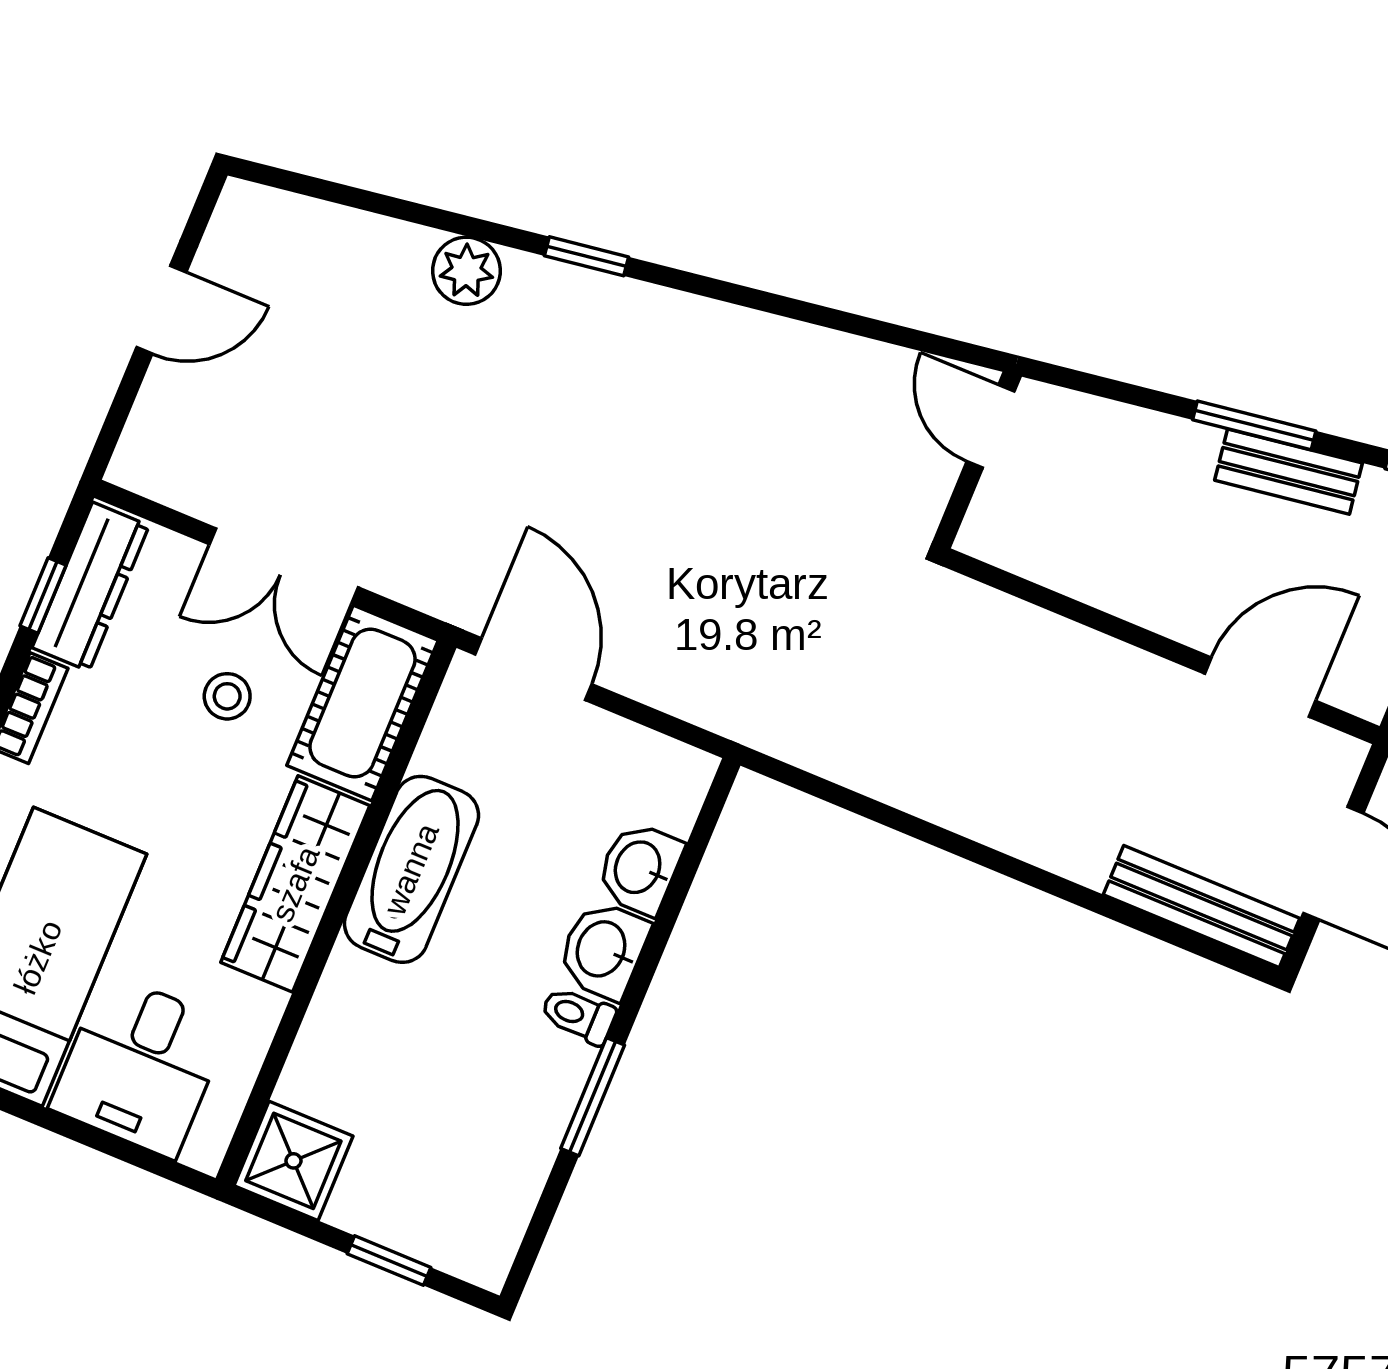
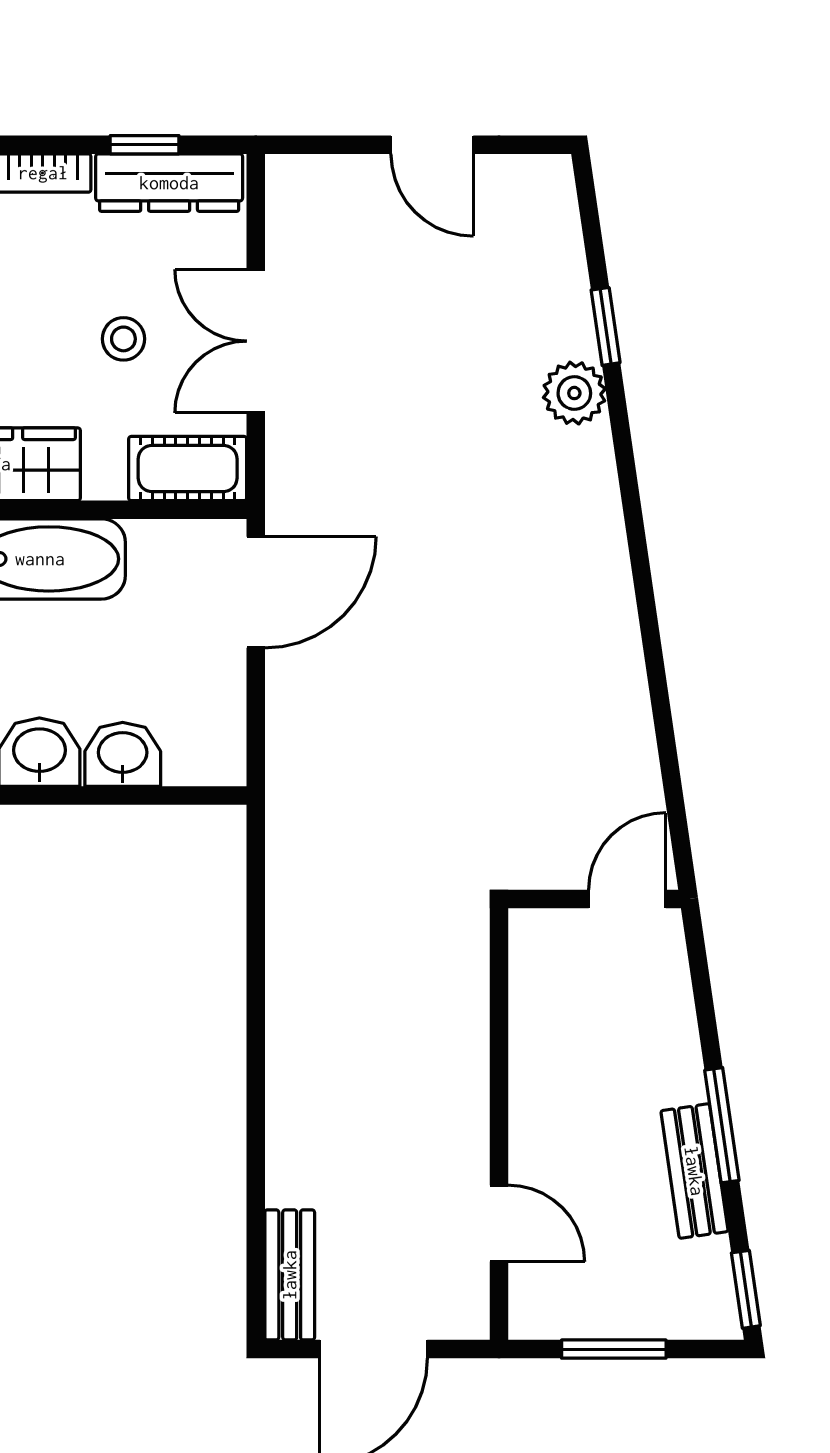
window: (586, 256) -> (606, 326), moved
door: (1260, 687) -> (499, 1223), width x0.73
cot: (363, 703) -> (188, 468), width x0.73, depth x0.75
bench: (1202, 906) -> (290, 1275), width x0.73

